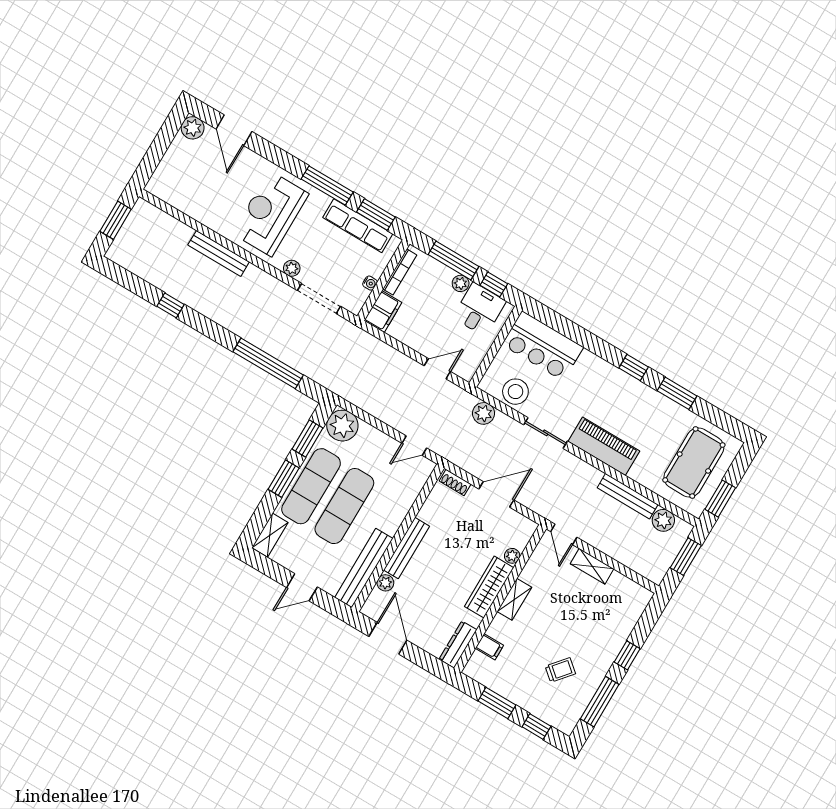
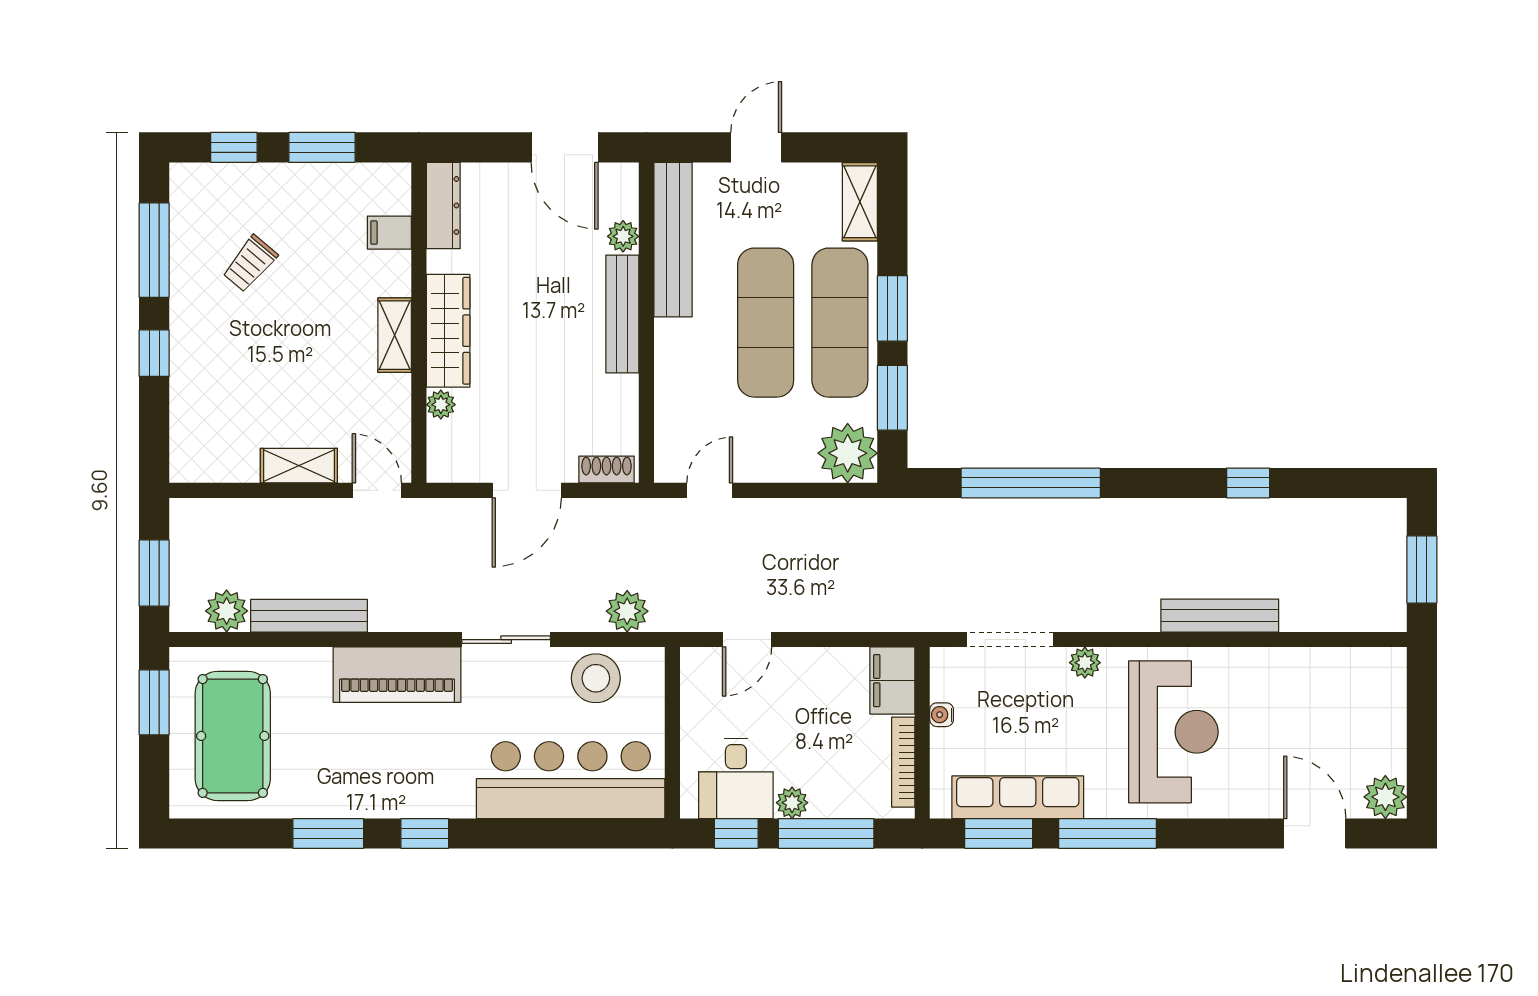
bar counter: (543, 346) -> (571, 780), width x1.36

